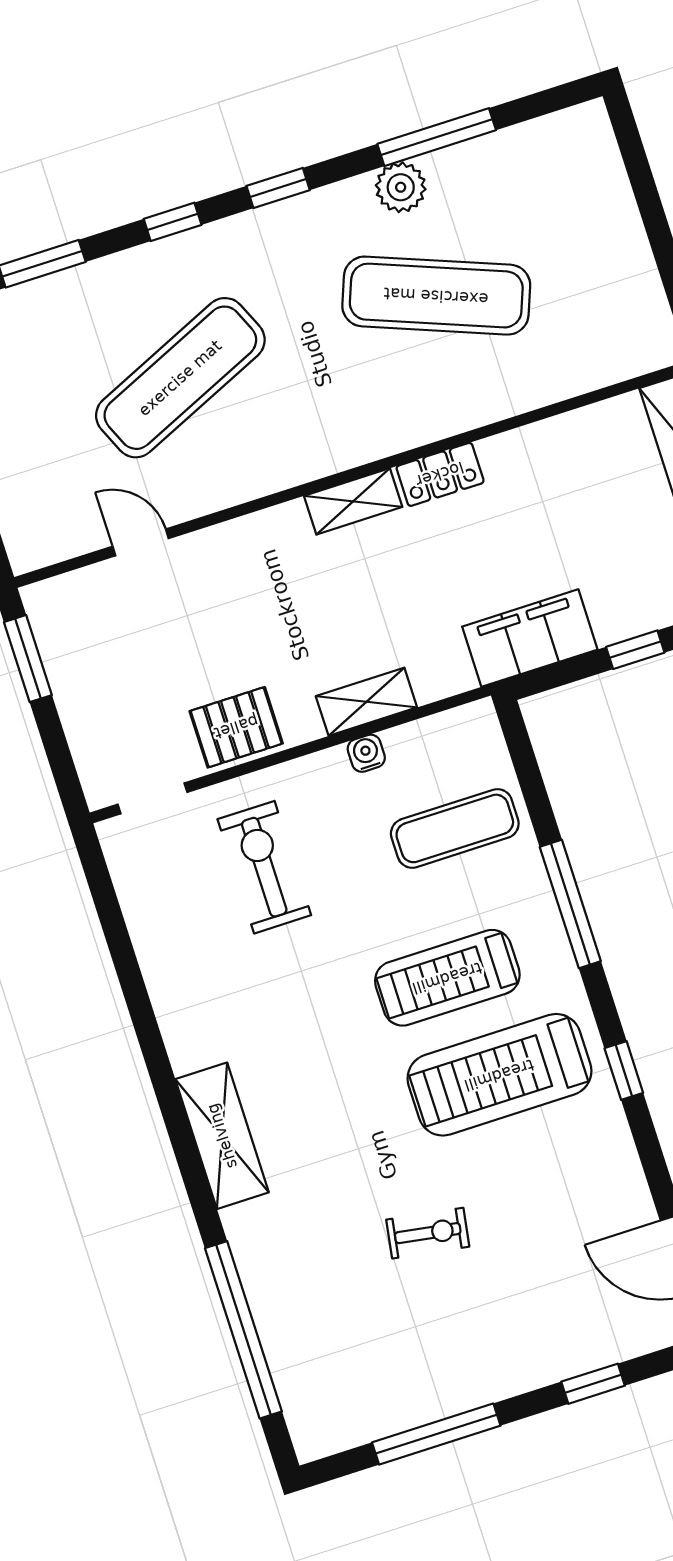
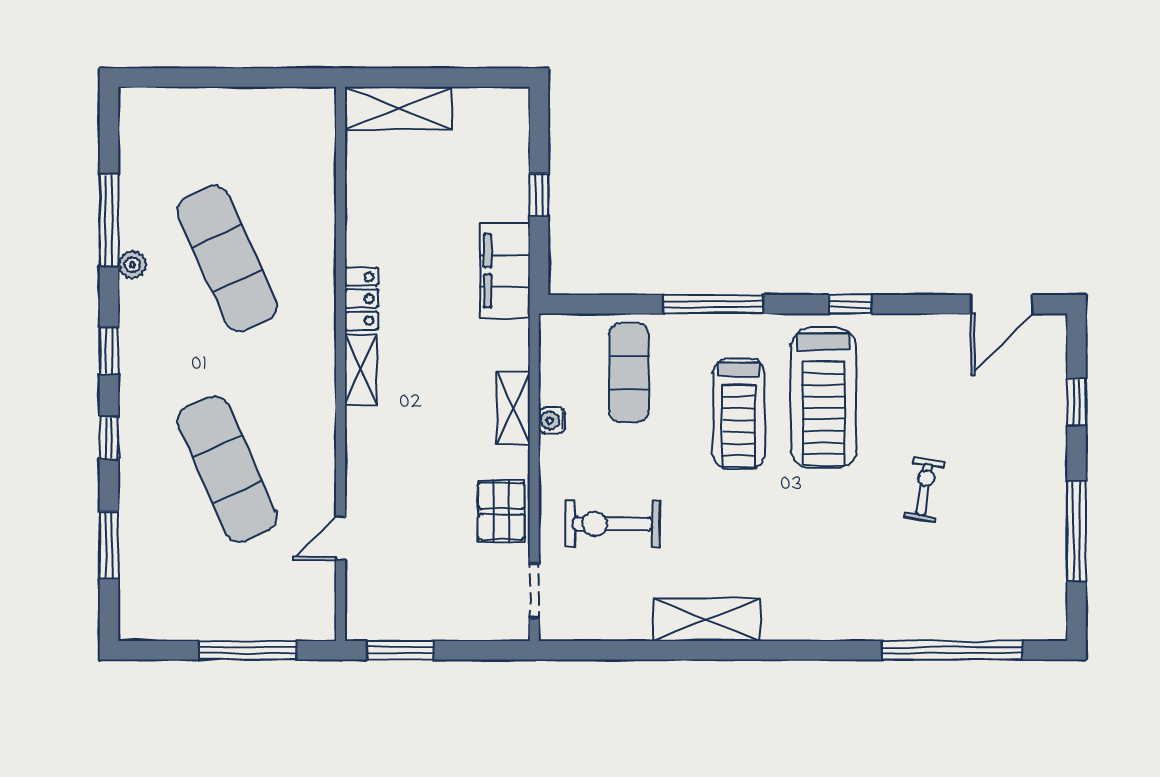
plant: (401, 187) -> (132, 265), width x0.73, depth x0.73
exercise mat: (436, 296) -> (227, 259), turned -45
shelving: (222, 1136) -> (707, 620), moved

